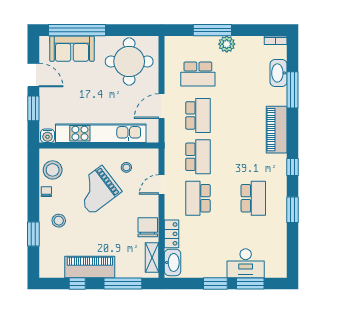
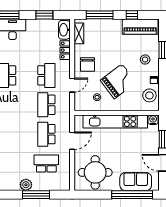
chair: (148, 227) -> (87, 64), moved
piano: (90, 267) -> (140, 27), moved
window: (215, 284) -> (44, 15), moved

